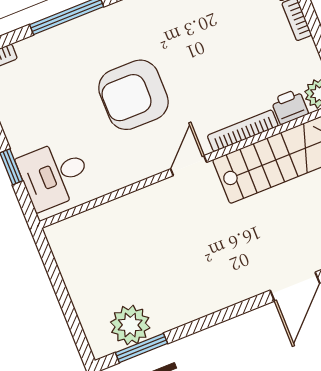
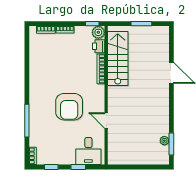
door: (189, 166) -> (106, 121), moved
plant: (130, 325) -> (164, 141), width x0.53, depth x0.53

